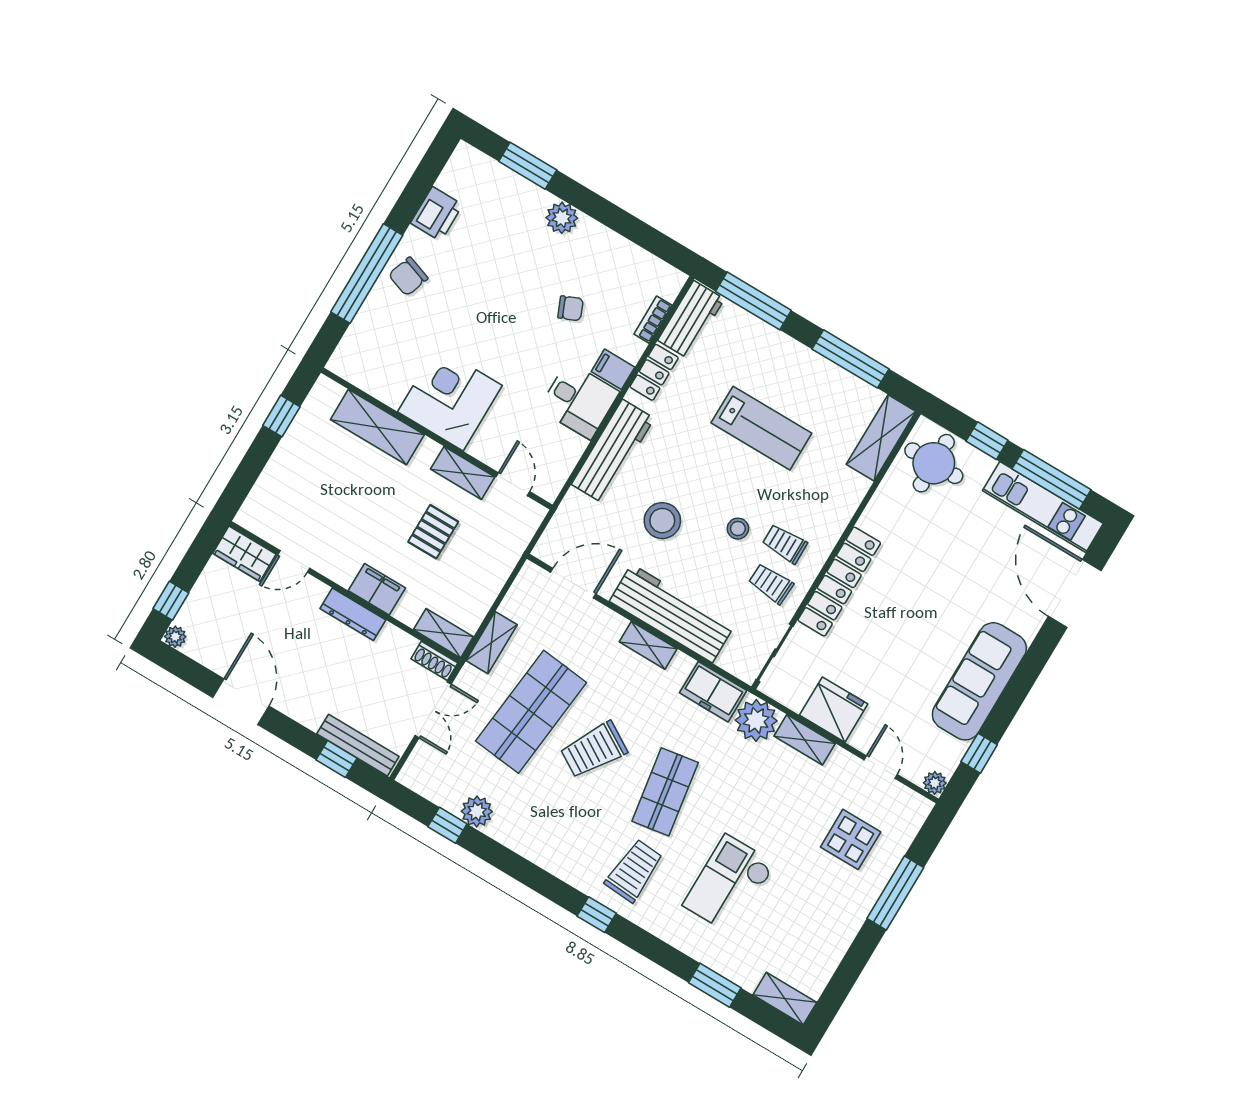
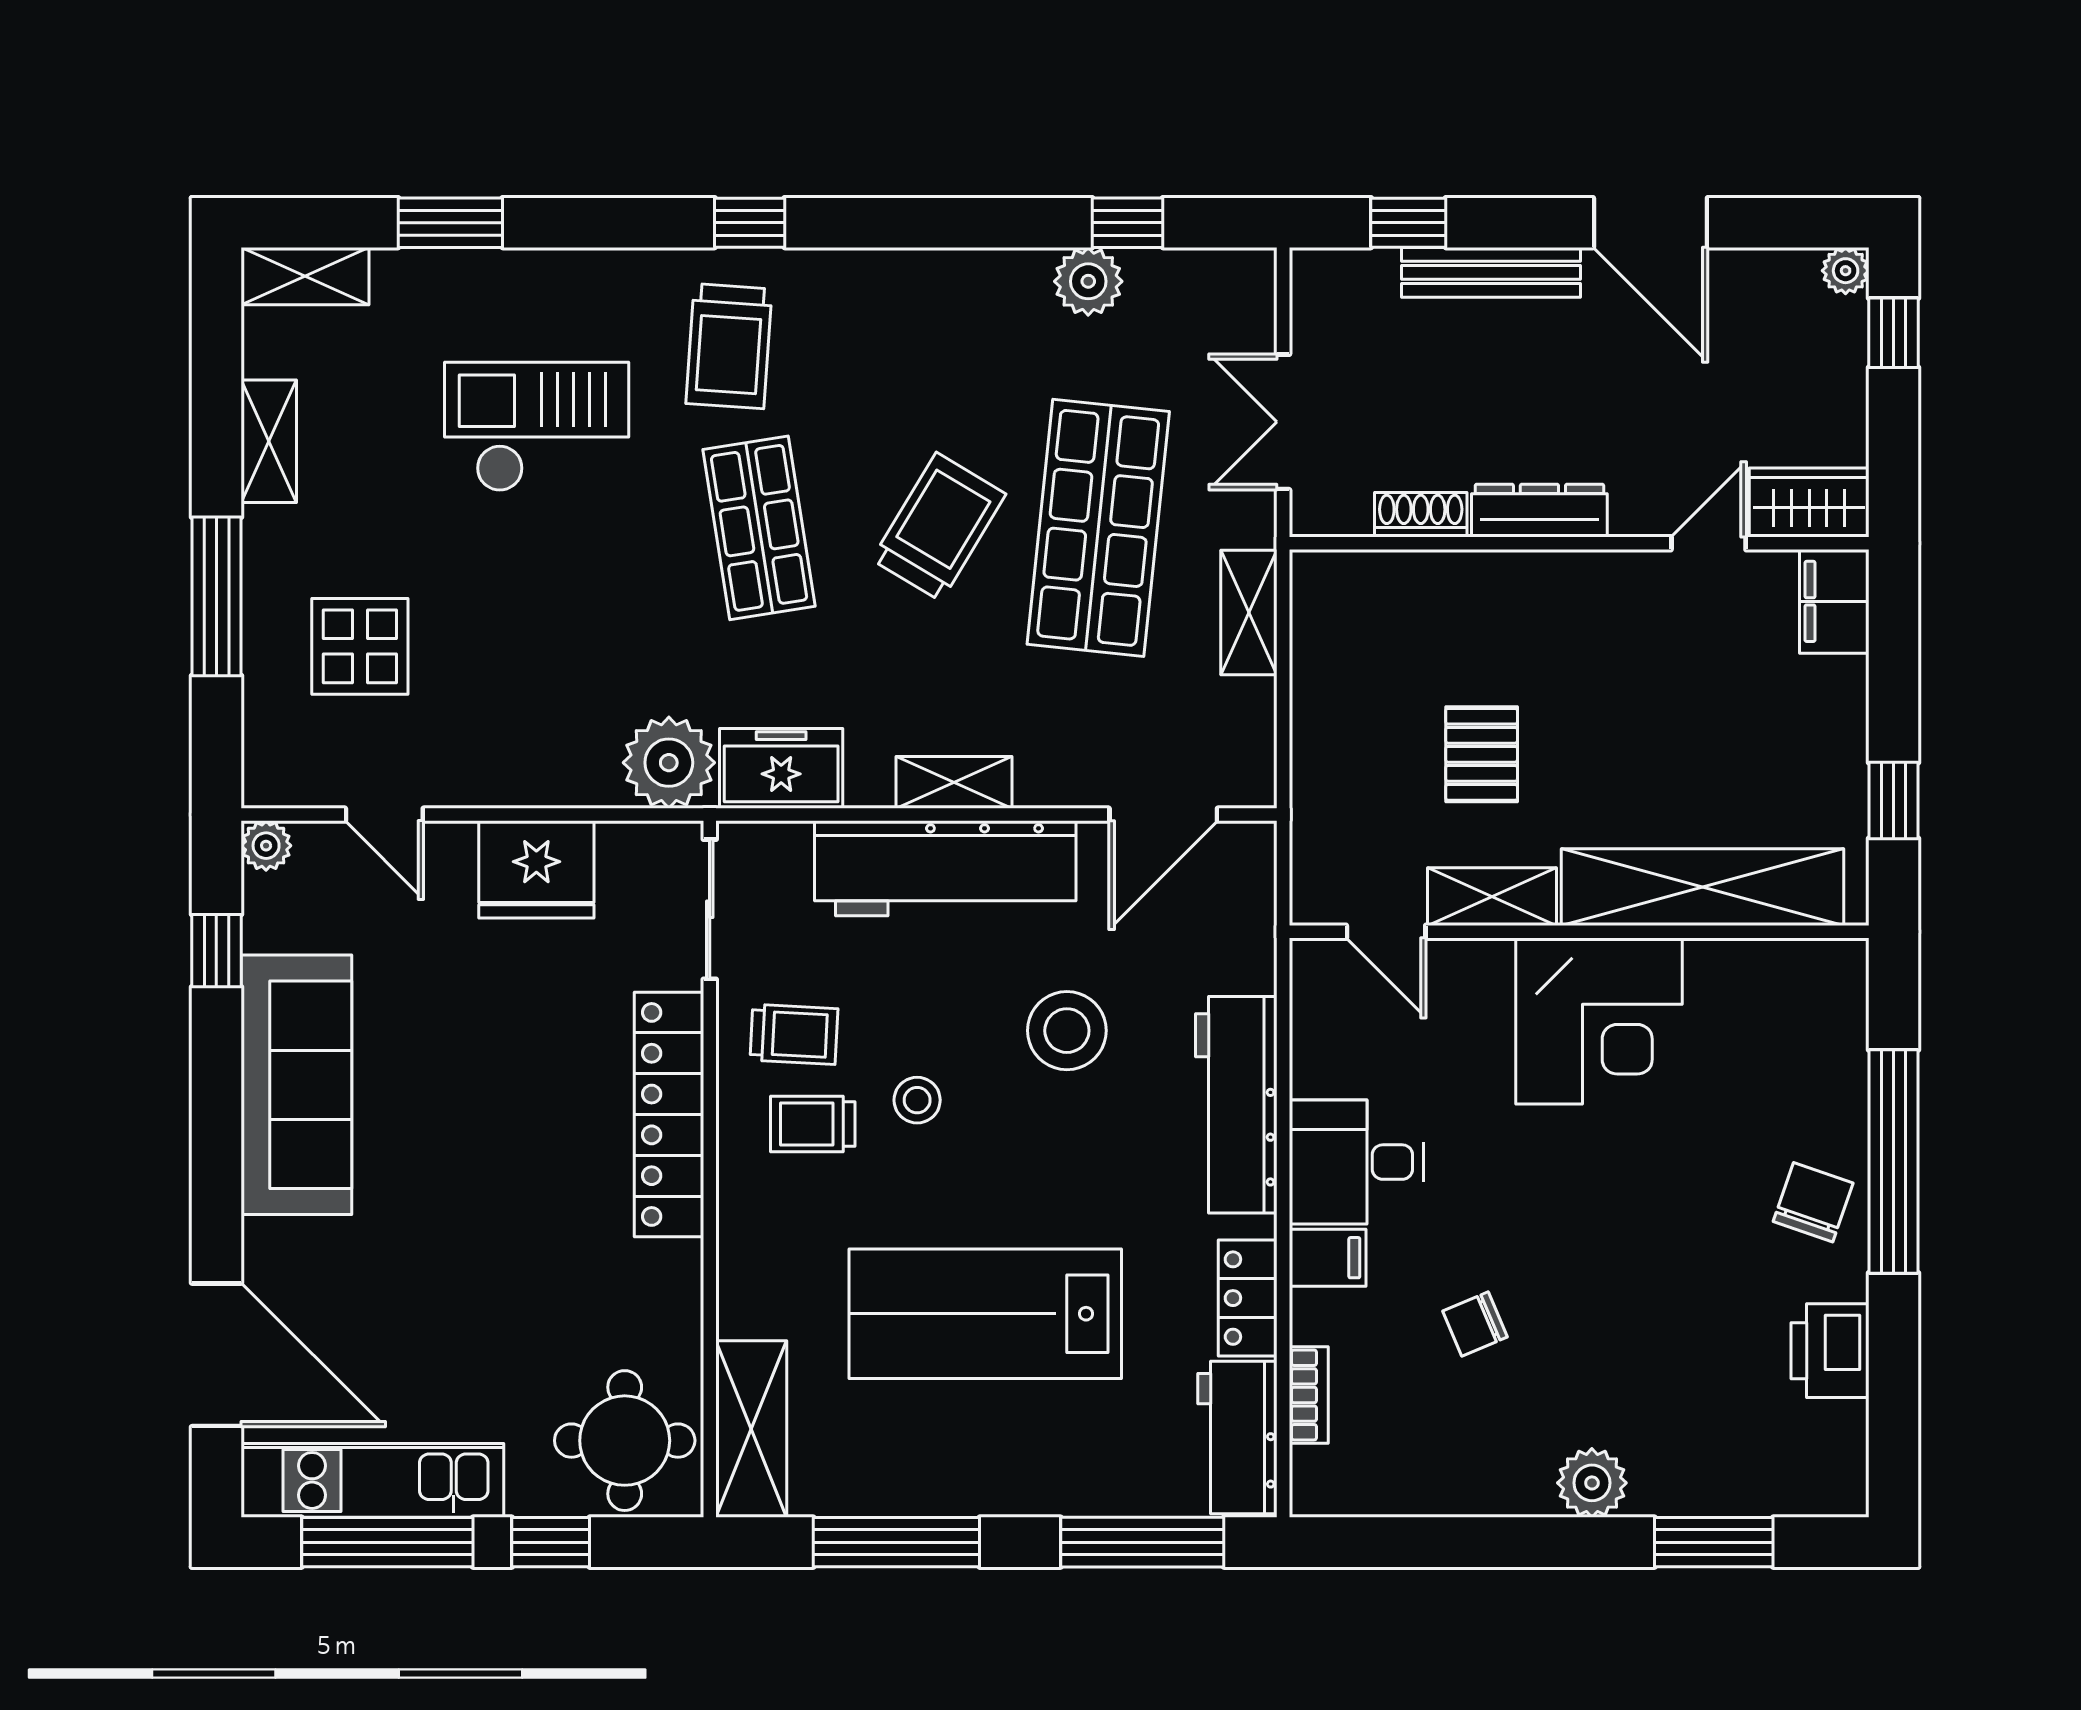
shelving: (377, 427) -> (1703, 887), width x1.47
lab bench: (761, 428) -> (985, 1314), width x1.36, depth x1.39
trolley: (785, 544) -> (813, 1124), turned 180
filing cabinet: (377, 589) -> (1834, 601), moved, turned 90
shelving: (443, 633) -> (1349, 576), removed
shoe rack: (434, 661) -> (1421, 515), moved
shelving: (805, 740) -> (269, 441), moved, turned 90
bench: (358, 745) -> (1491, 272), moved
checkout: (729, 884) -> (537, 427), turned -90

